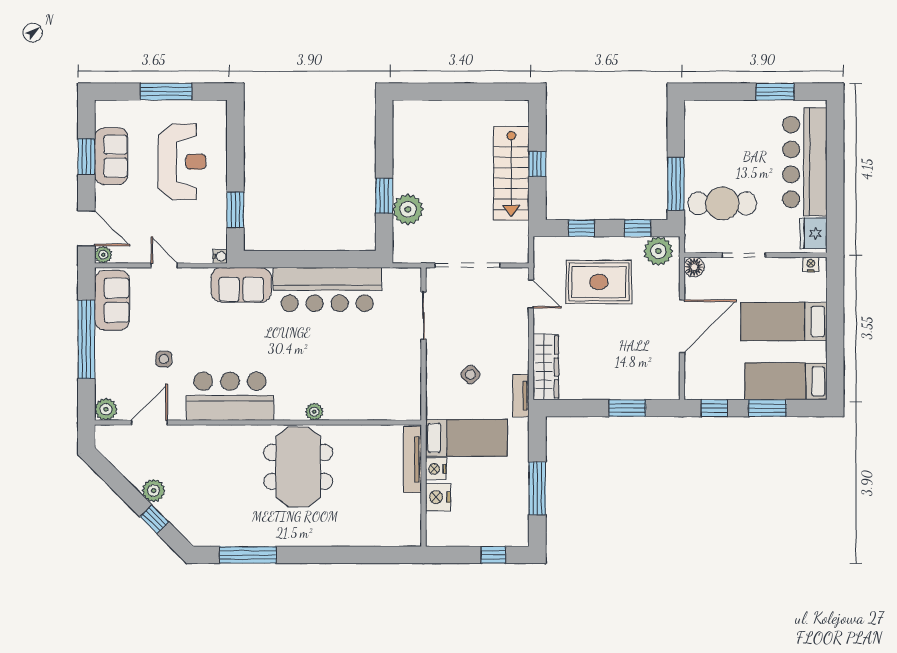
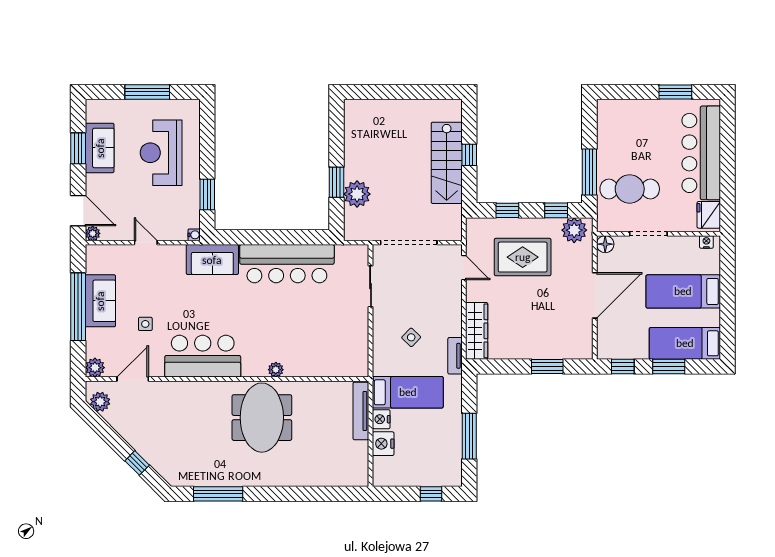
reception desk: (182, 162) -> (161, 153), turned 180
sofa: (112, 300) -> (100, 301), moved
plant: (154, 491) -> (100, 402), moved

